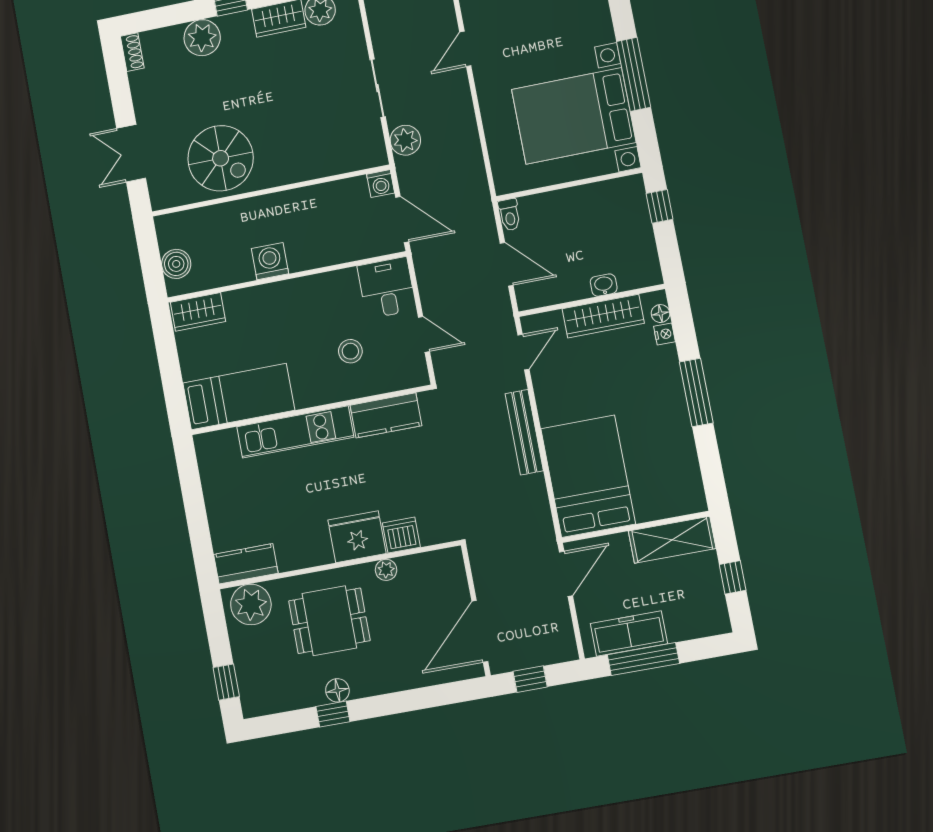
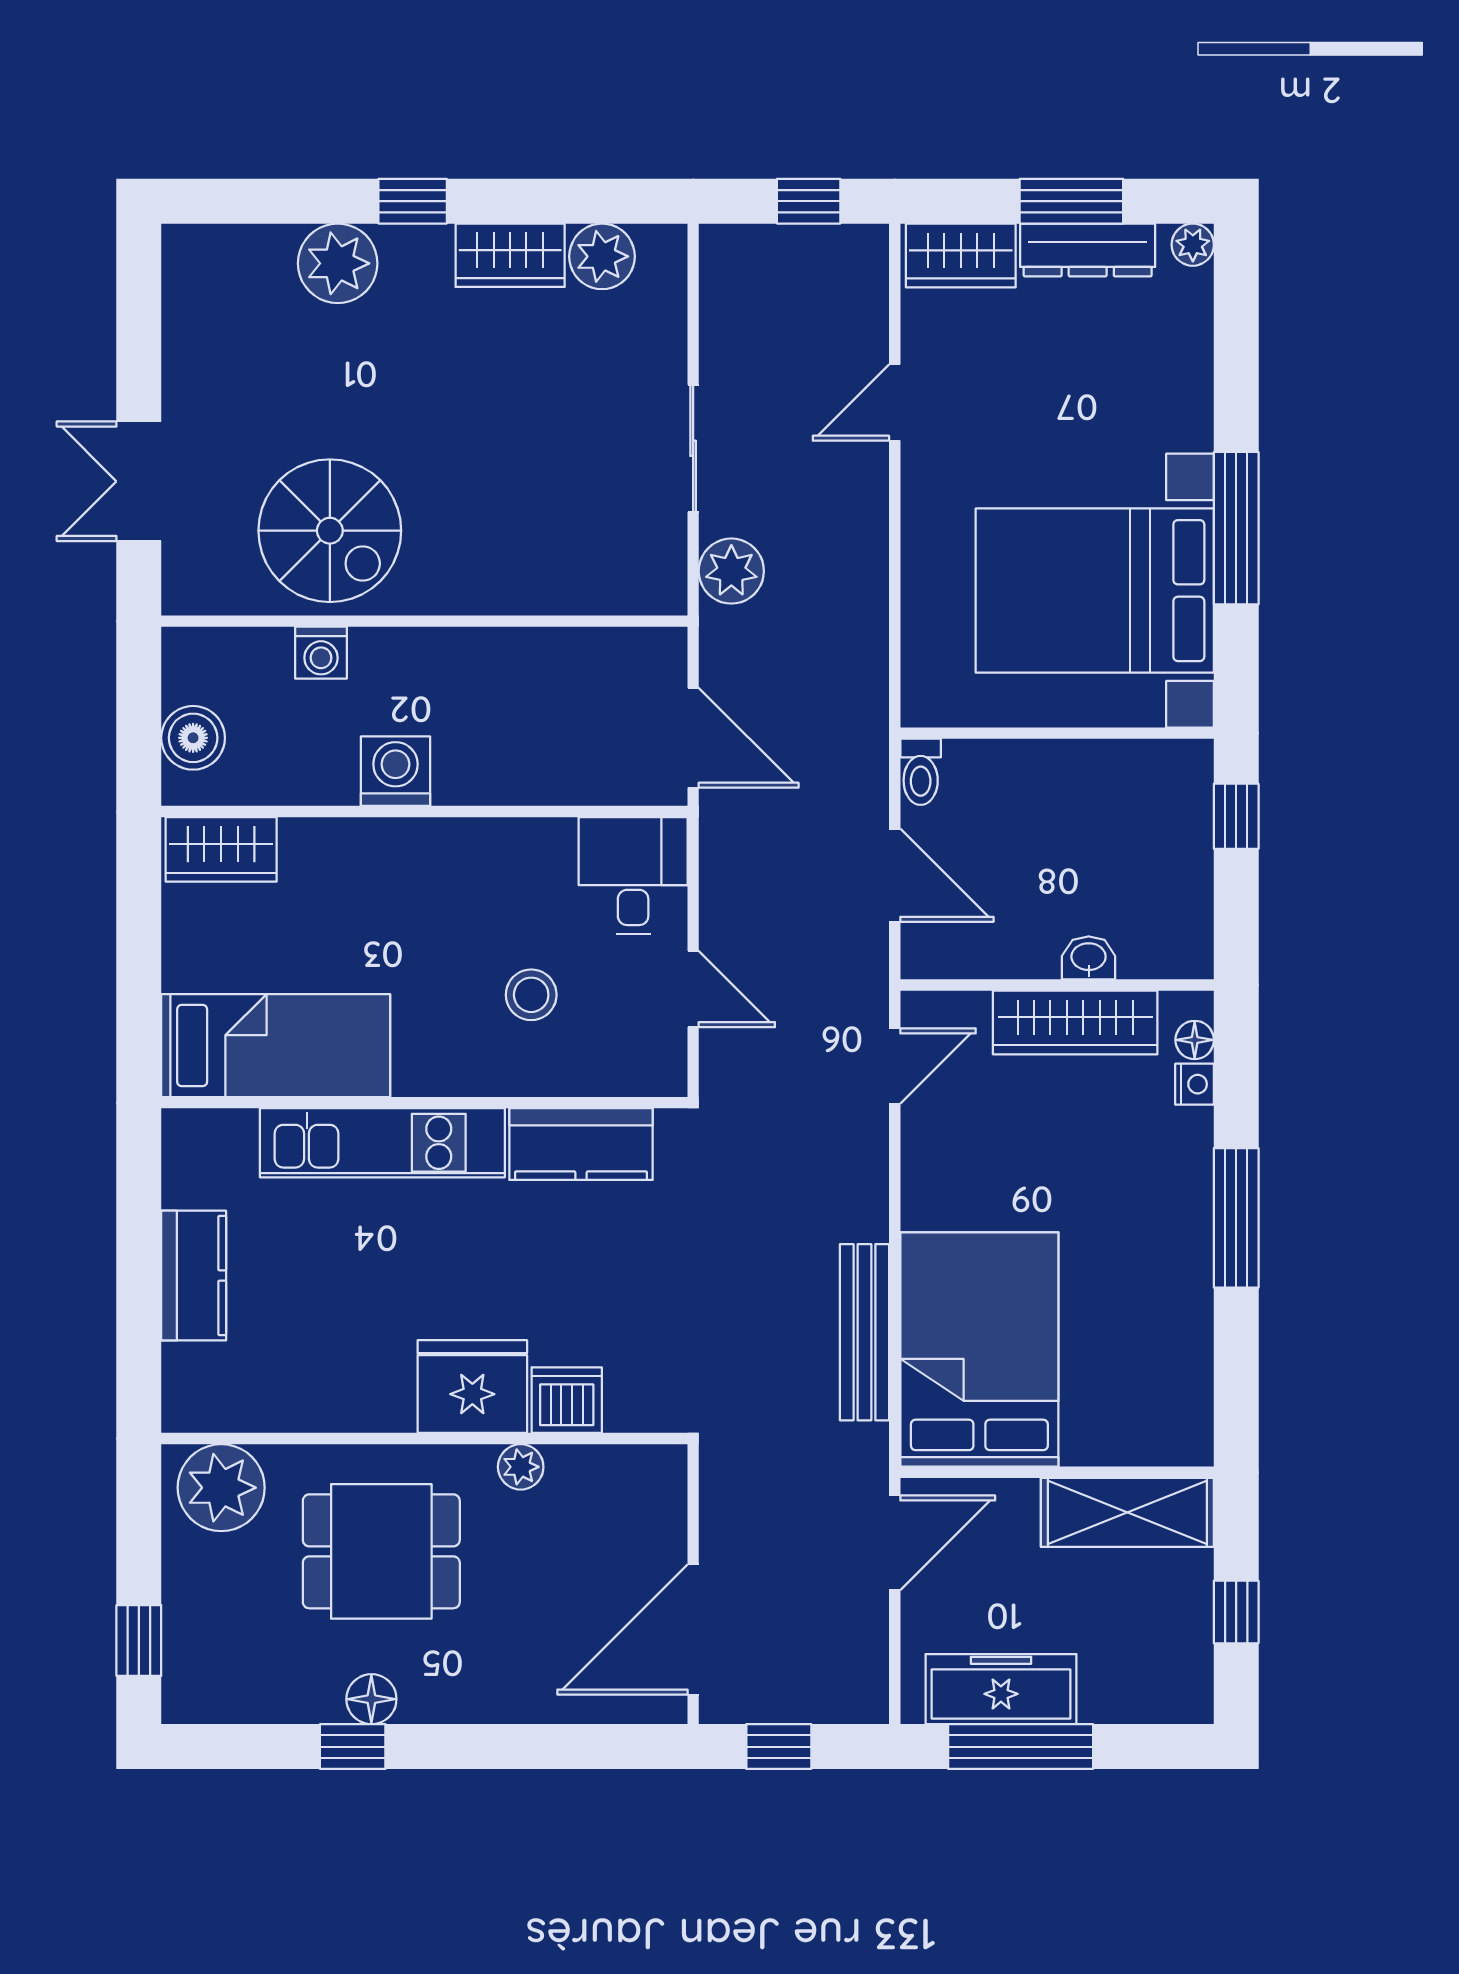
shoe rack: (132, 52) -> (181, 264), removed
washing machine: (381, 184) -> (321, 653), moved
bench: (524, 432) -> (864, 1332), moved
kitchen counter: (246, 564) -> (194, 1276), moved, turned 90

